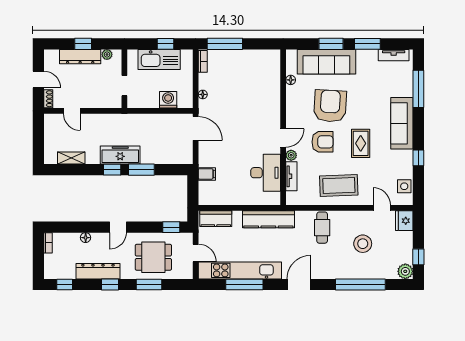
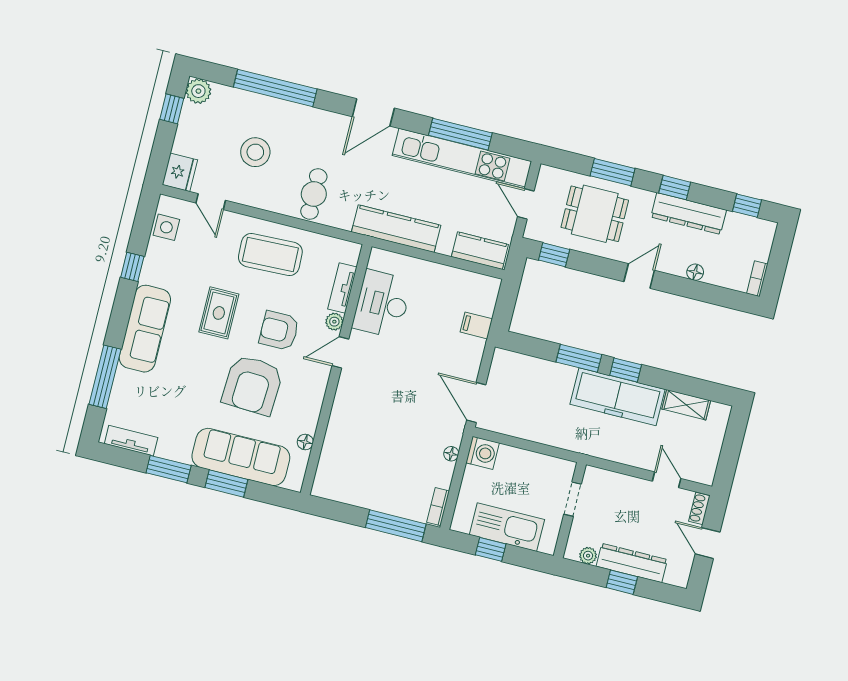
washing machine: (168, 100) -> (483, 453), moved, turned -90
freezer: (120, 155) -> (618, 397), width x1.36, depth x1.26

